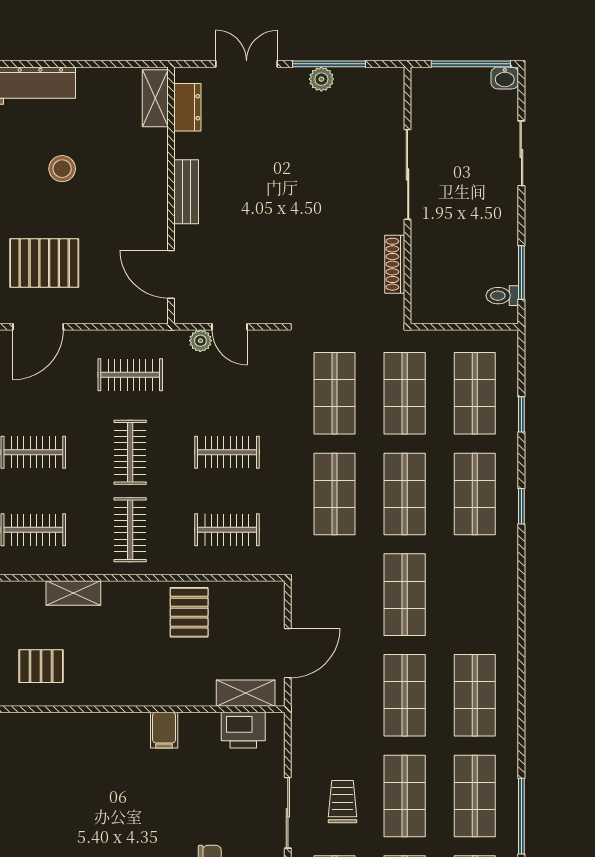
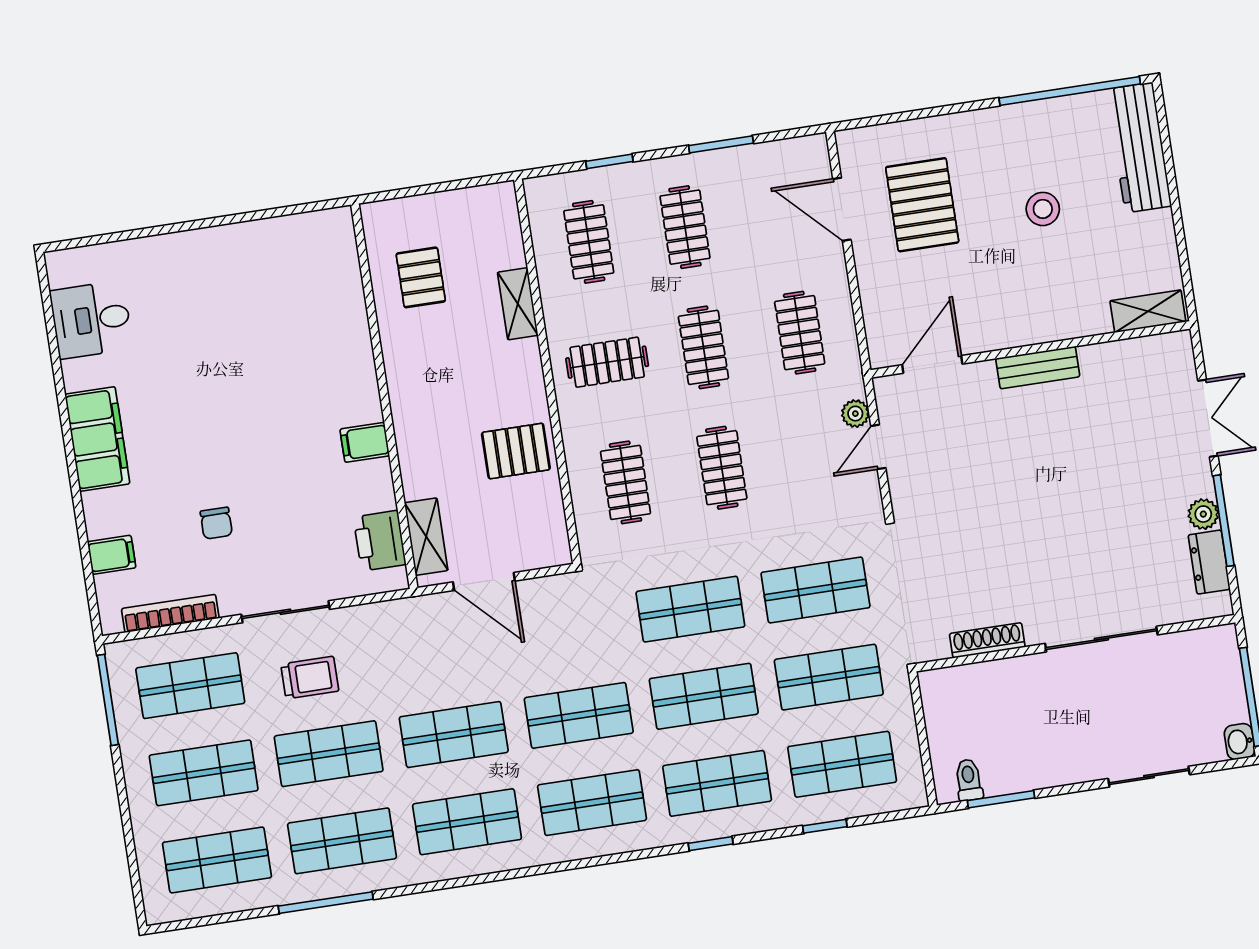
dresser: (187, 107) -> (1209, 562), moved, turned 90
clothes rail: (130, 452) -> (703, 347), turned 90
shop shelf: (475, 595) -> (592, 803), added

